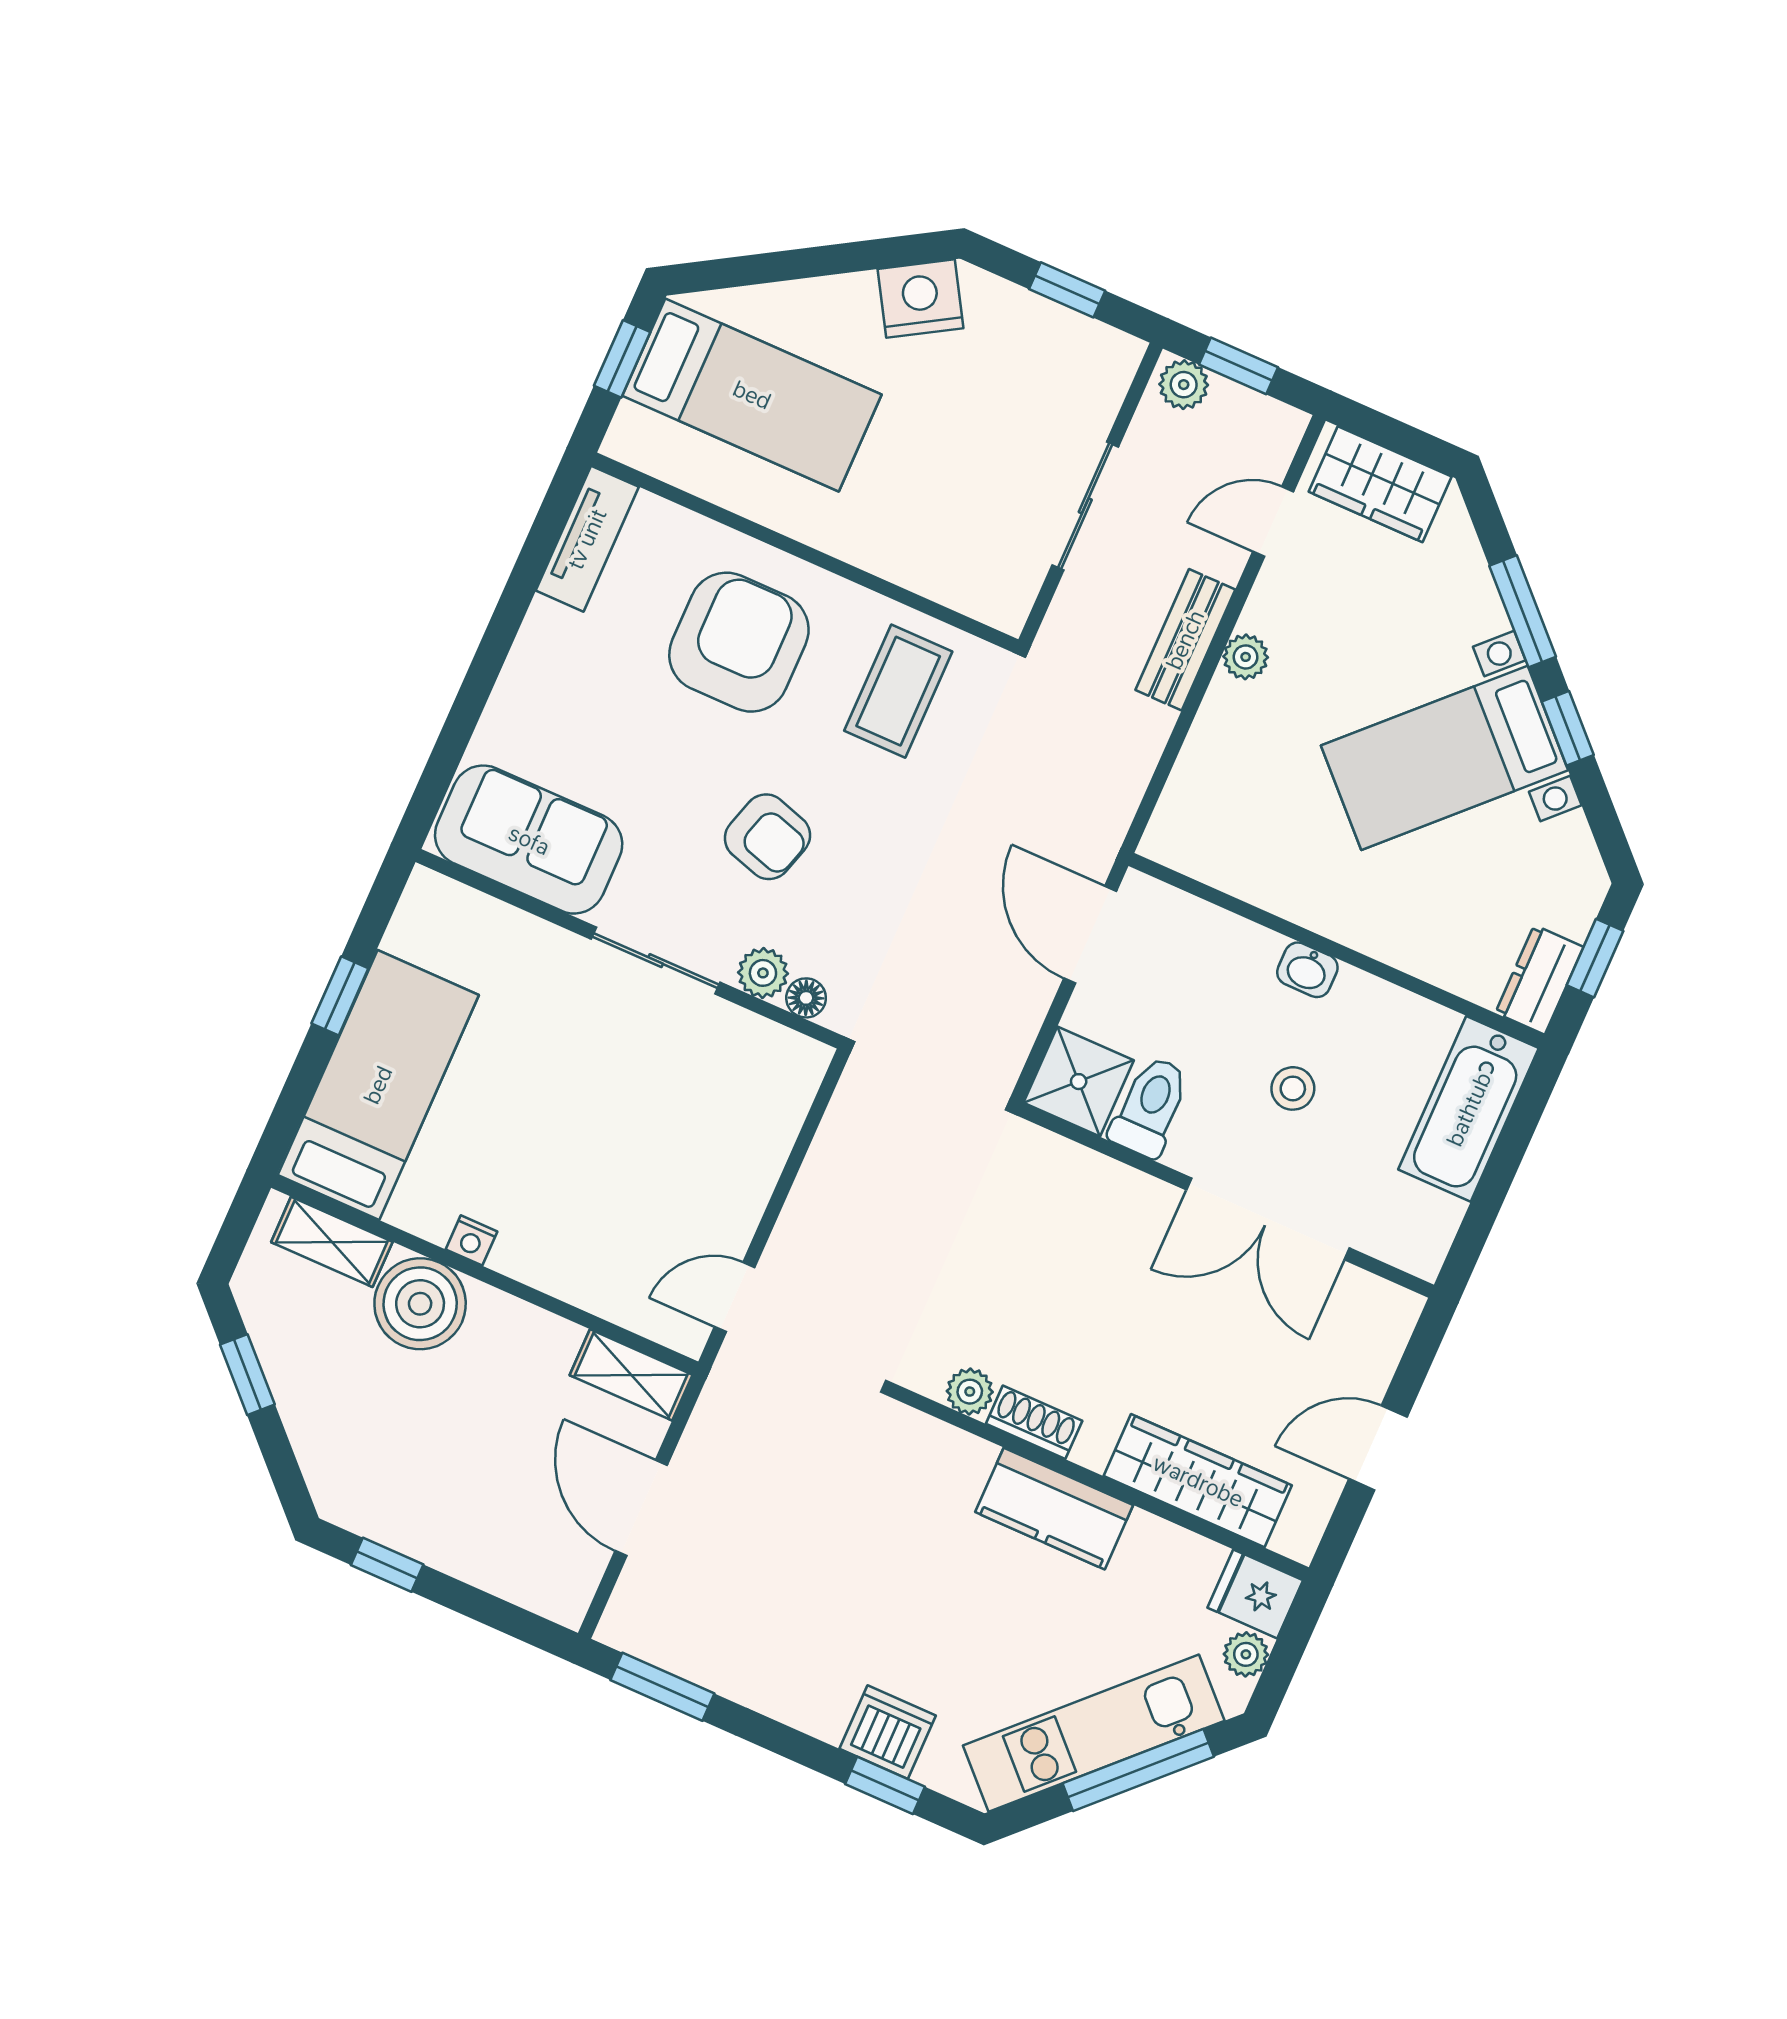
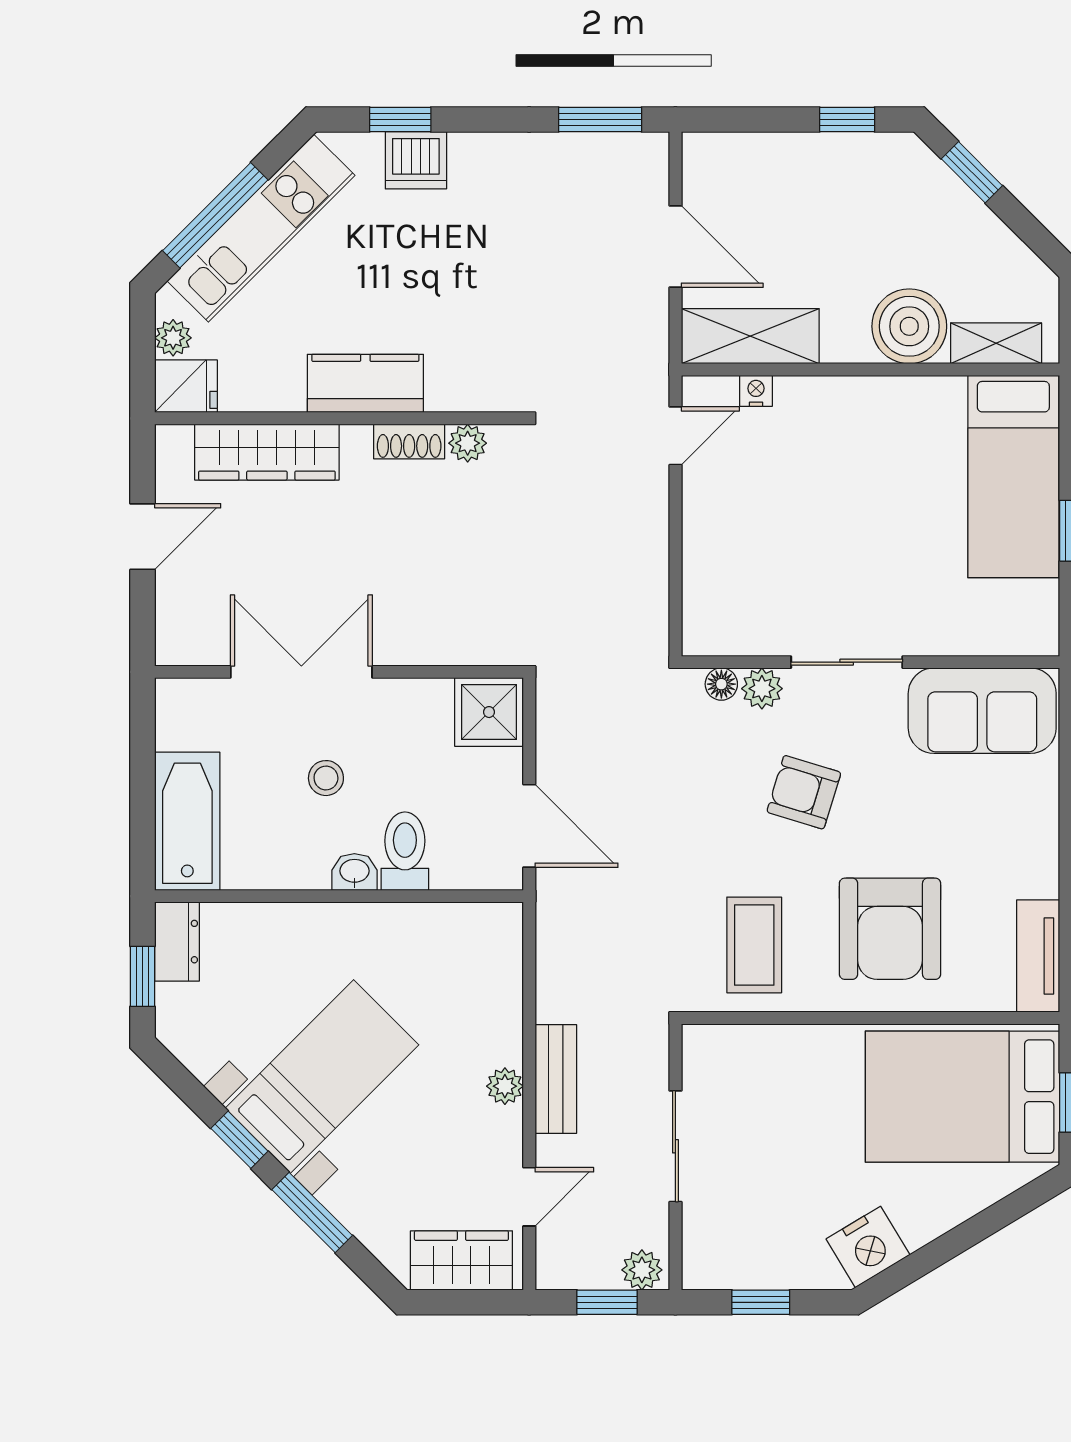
bed: (752, 395) -> (962, 1097), width x1.50
toilet: (1150, 1107) -> (405, 851), moved, turned 180
nightstand: (472, 1240) -> (756, 391), moved
window: (247, 1375) -> (972, 172), moved
shelving: (631, 1375) -> (750, 336), width x1.50, depth x1.33

